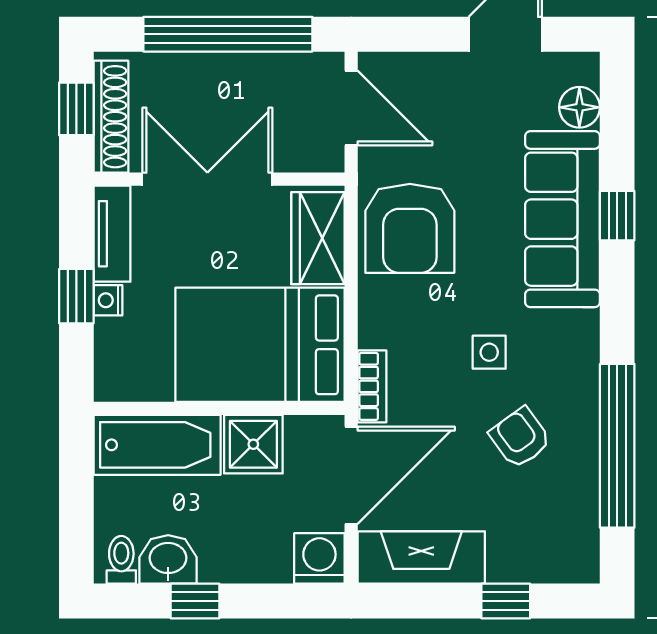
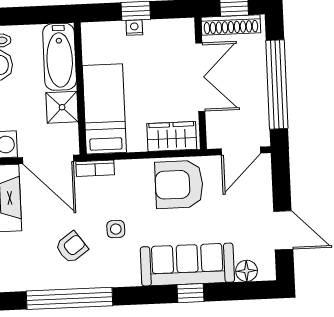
tv unit: (112, 234) -> (169, 28), removed
bed: (260, 345) -> (104, 109), width x0.67

